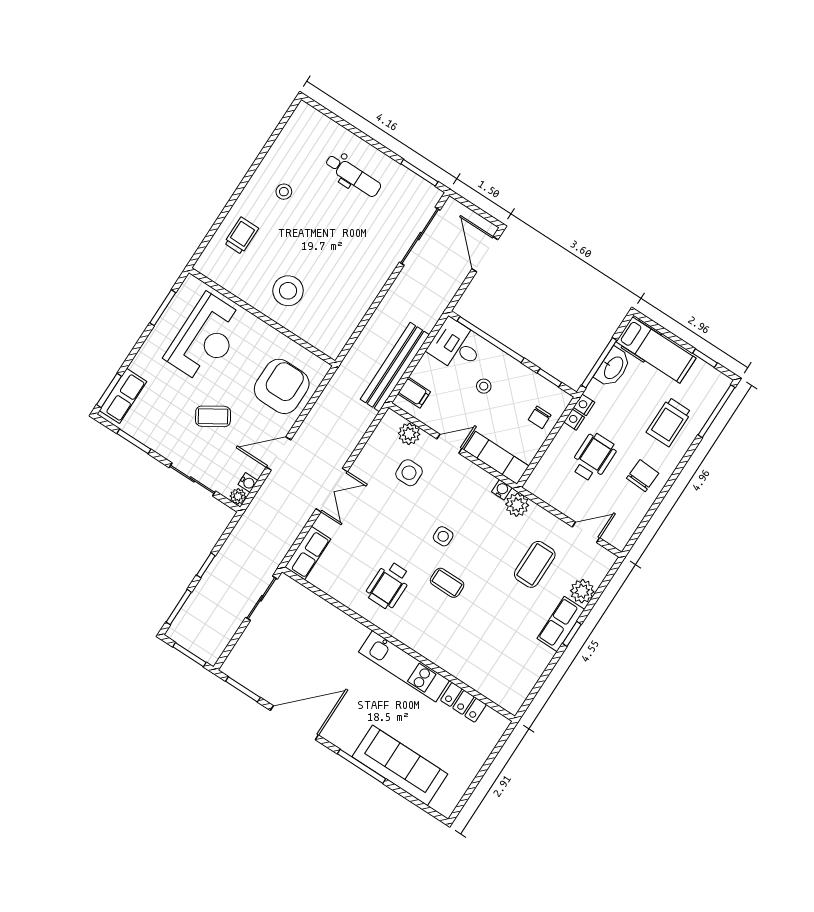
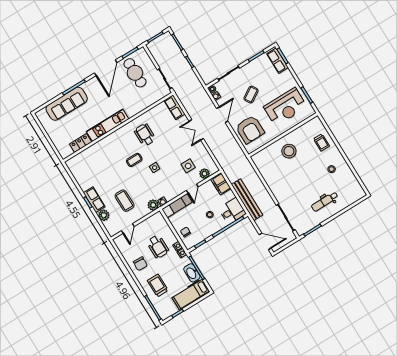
reception desk: (206, 338) -> (285, 107), turned -90
bench: (395, 367) -> (247, 200), moved
filing cabinet: (414, 393) -> (221, 184), width x2.00
cafe table: (277, 661) -> (135, 73), added

